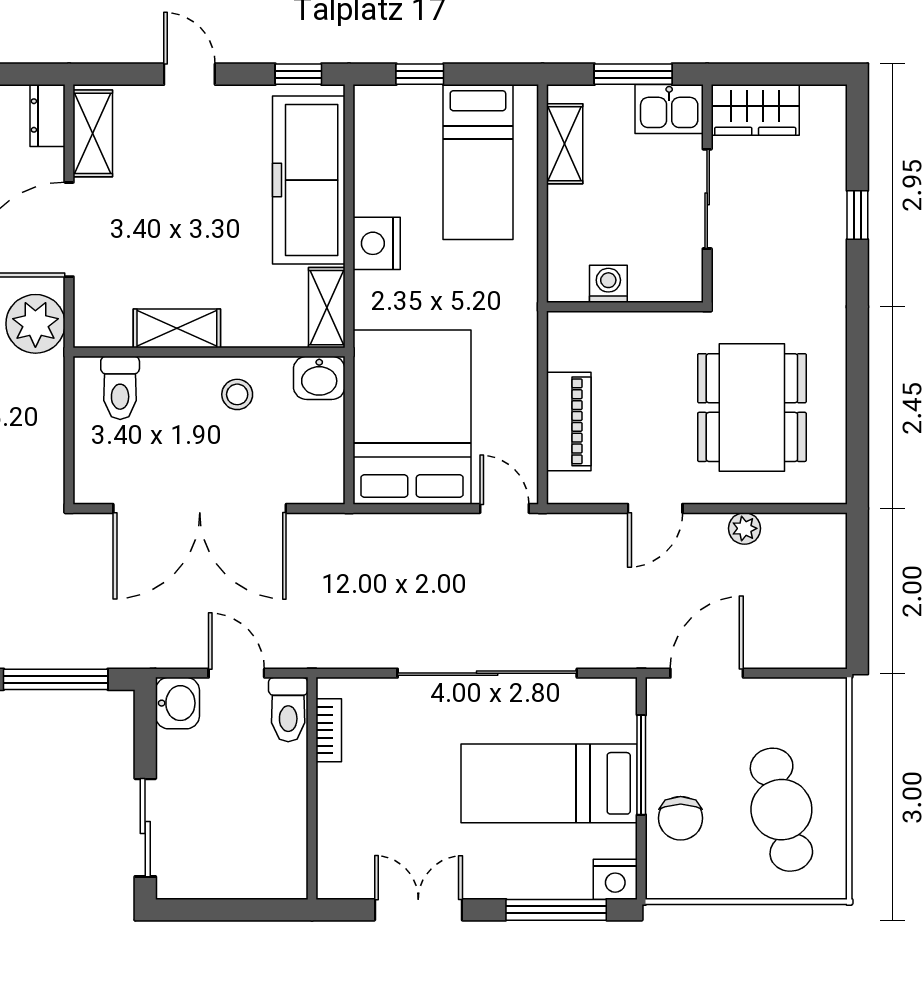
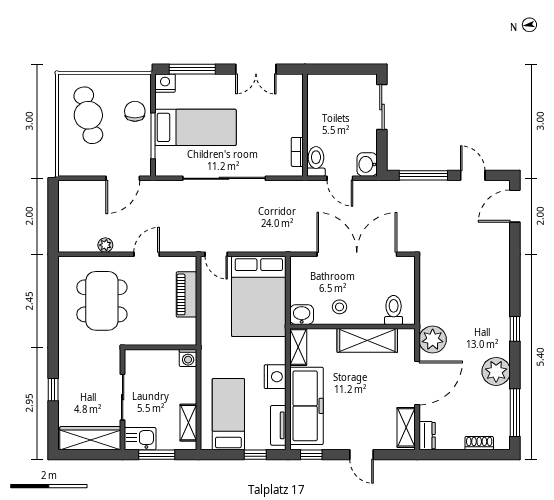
wardrobe: (755, 110) -> (90, 438), width x1.50
tv unit: (370, 138) -> (278, 425), added
washing machine: (608, 284) -> (188, 358), moved
shelving: (177, 328) -> (367, 340), width x1.50, depth x1.33

